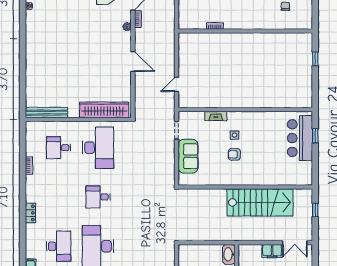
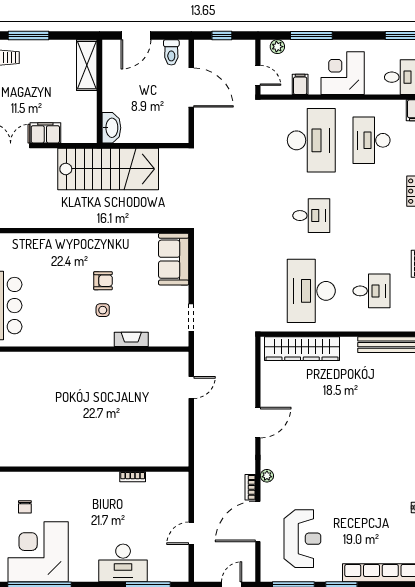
door: (133, 61) -> (258, 423), swing flipped
sofa: (188, 156) -> (174, 259), moved
stairs: (260, 202) -> (108, 169), moved, turned 180

